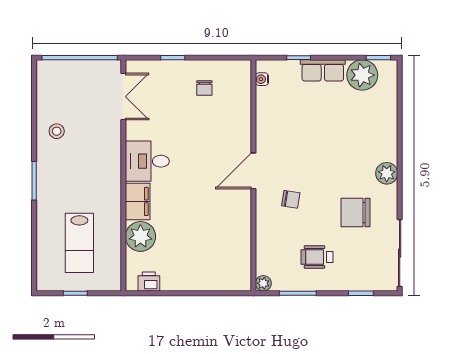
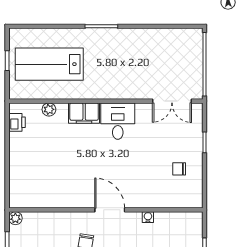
water cooler: (262, 79) -> (148, 217), moved
stool: (57, 131) -> (143, 45), removed
plant: (140, 236) -> (49, 109), width x0.53, depth x0.53
lab bench: (79, 243) -> (49, 64), width x1.36, depth x1.39

